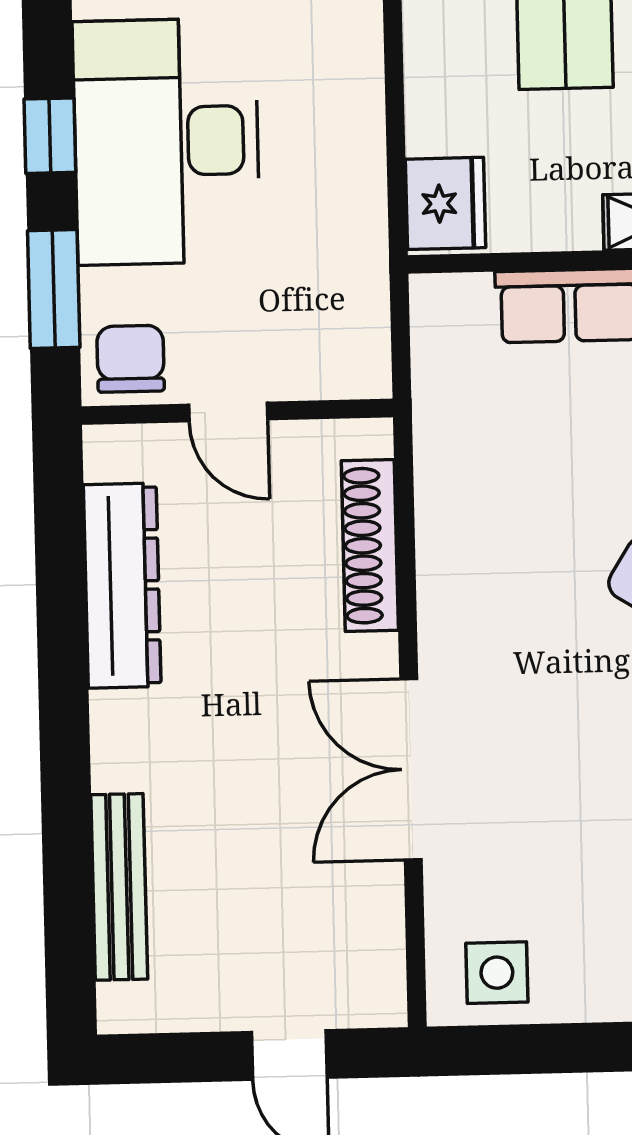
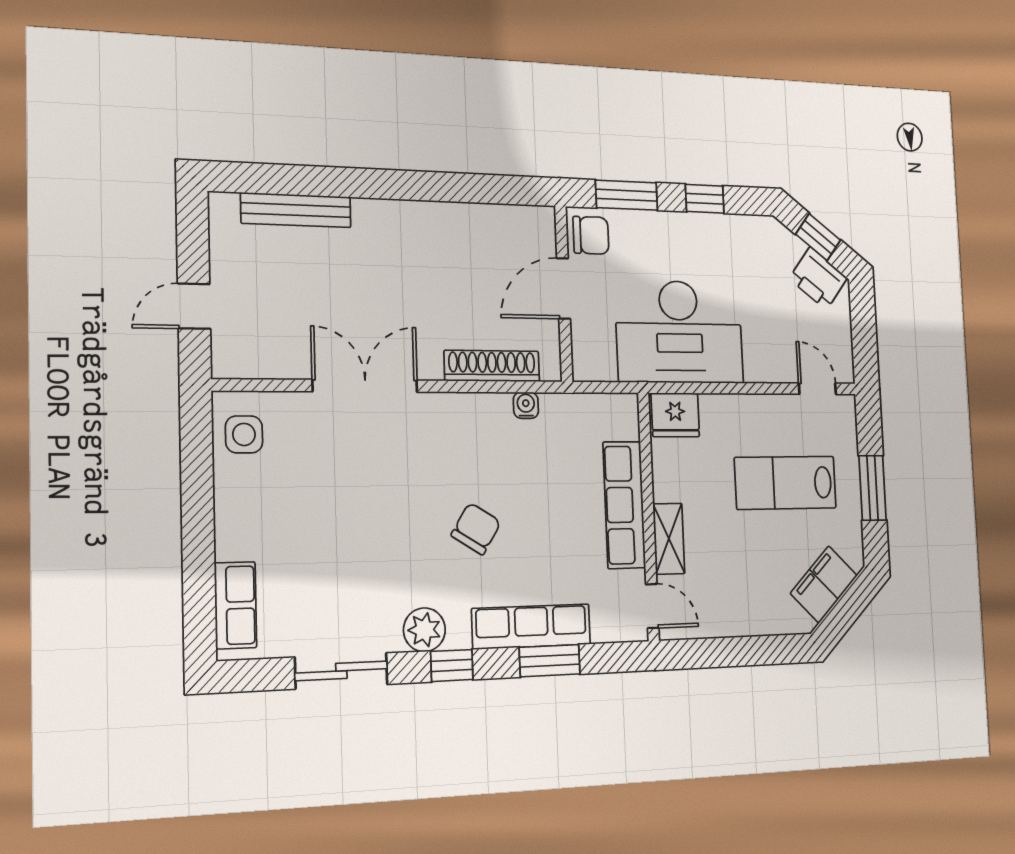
desk: (166, 141) -> (679, 332), moved, turned 180
door: (228, 412) -> (564, 288), width x1.38
water cooler: (436, 485) -> (526, 405), added
dresser: (122, 586) -> (468, 223), removed

